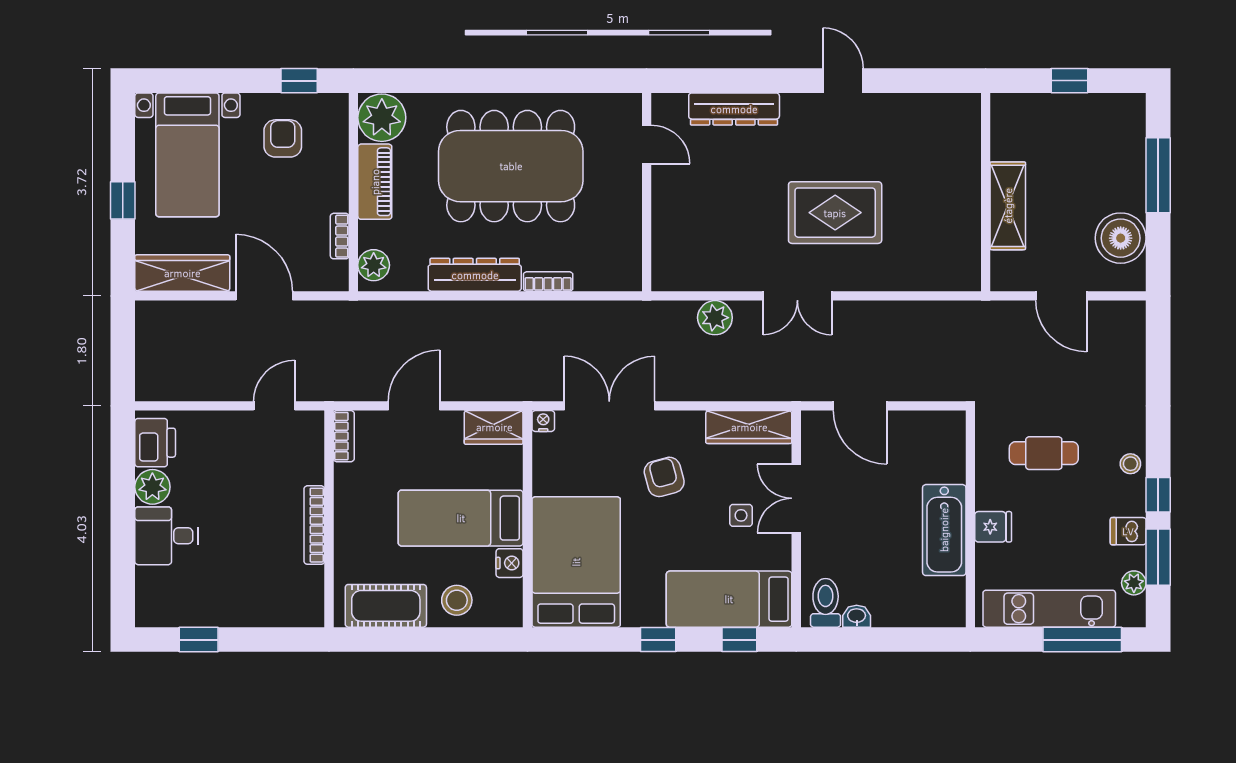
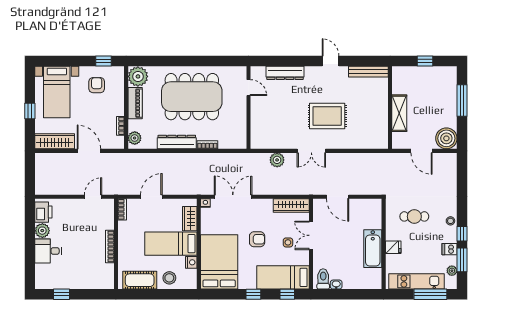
bench: (934, 106) -> (368, 72), added
boiler: (1121, 238) -> (446, 138), moved
wardrobe: (494, 427) -> (190, 219), moved, turned 90
armchair: (664, 477) -> (257, 239), moved, turned 105

